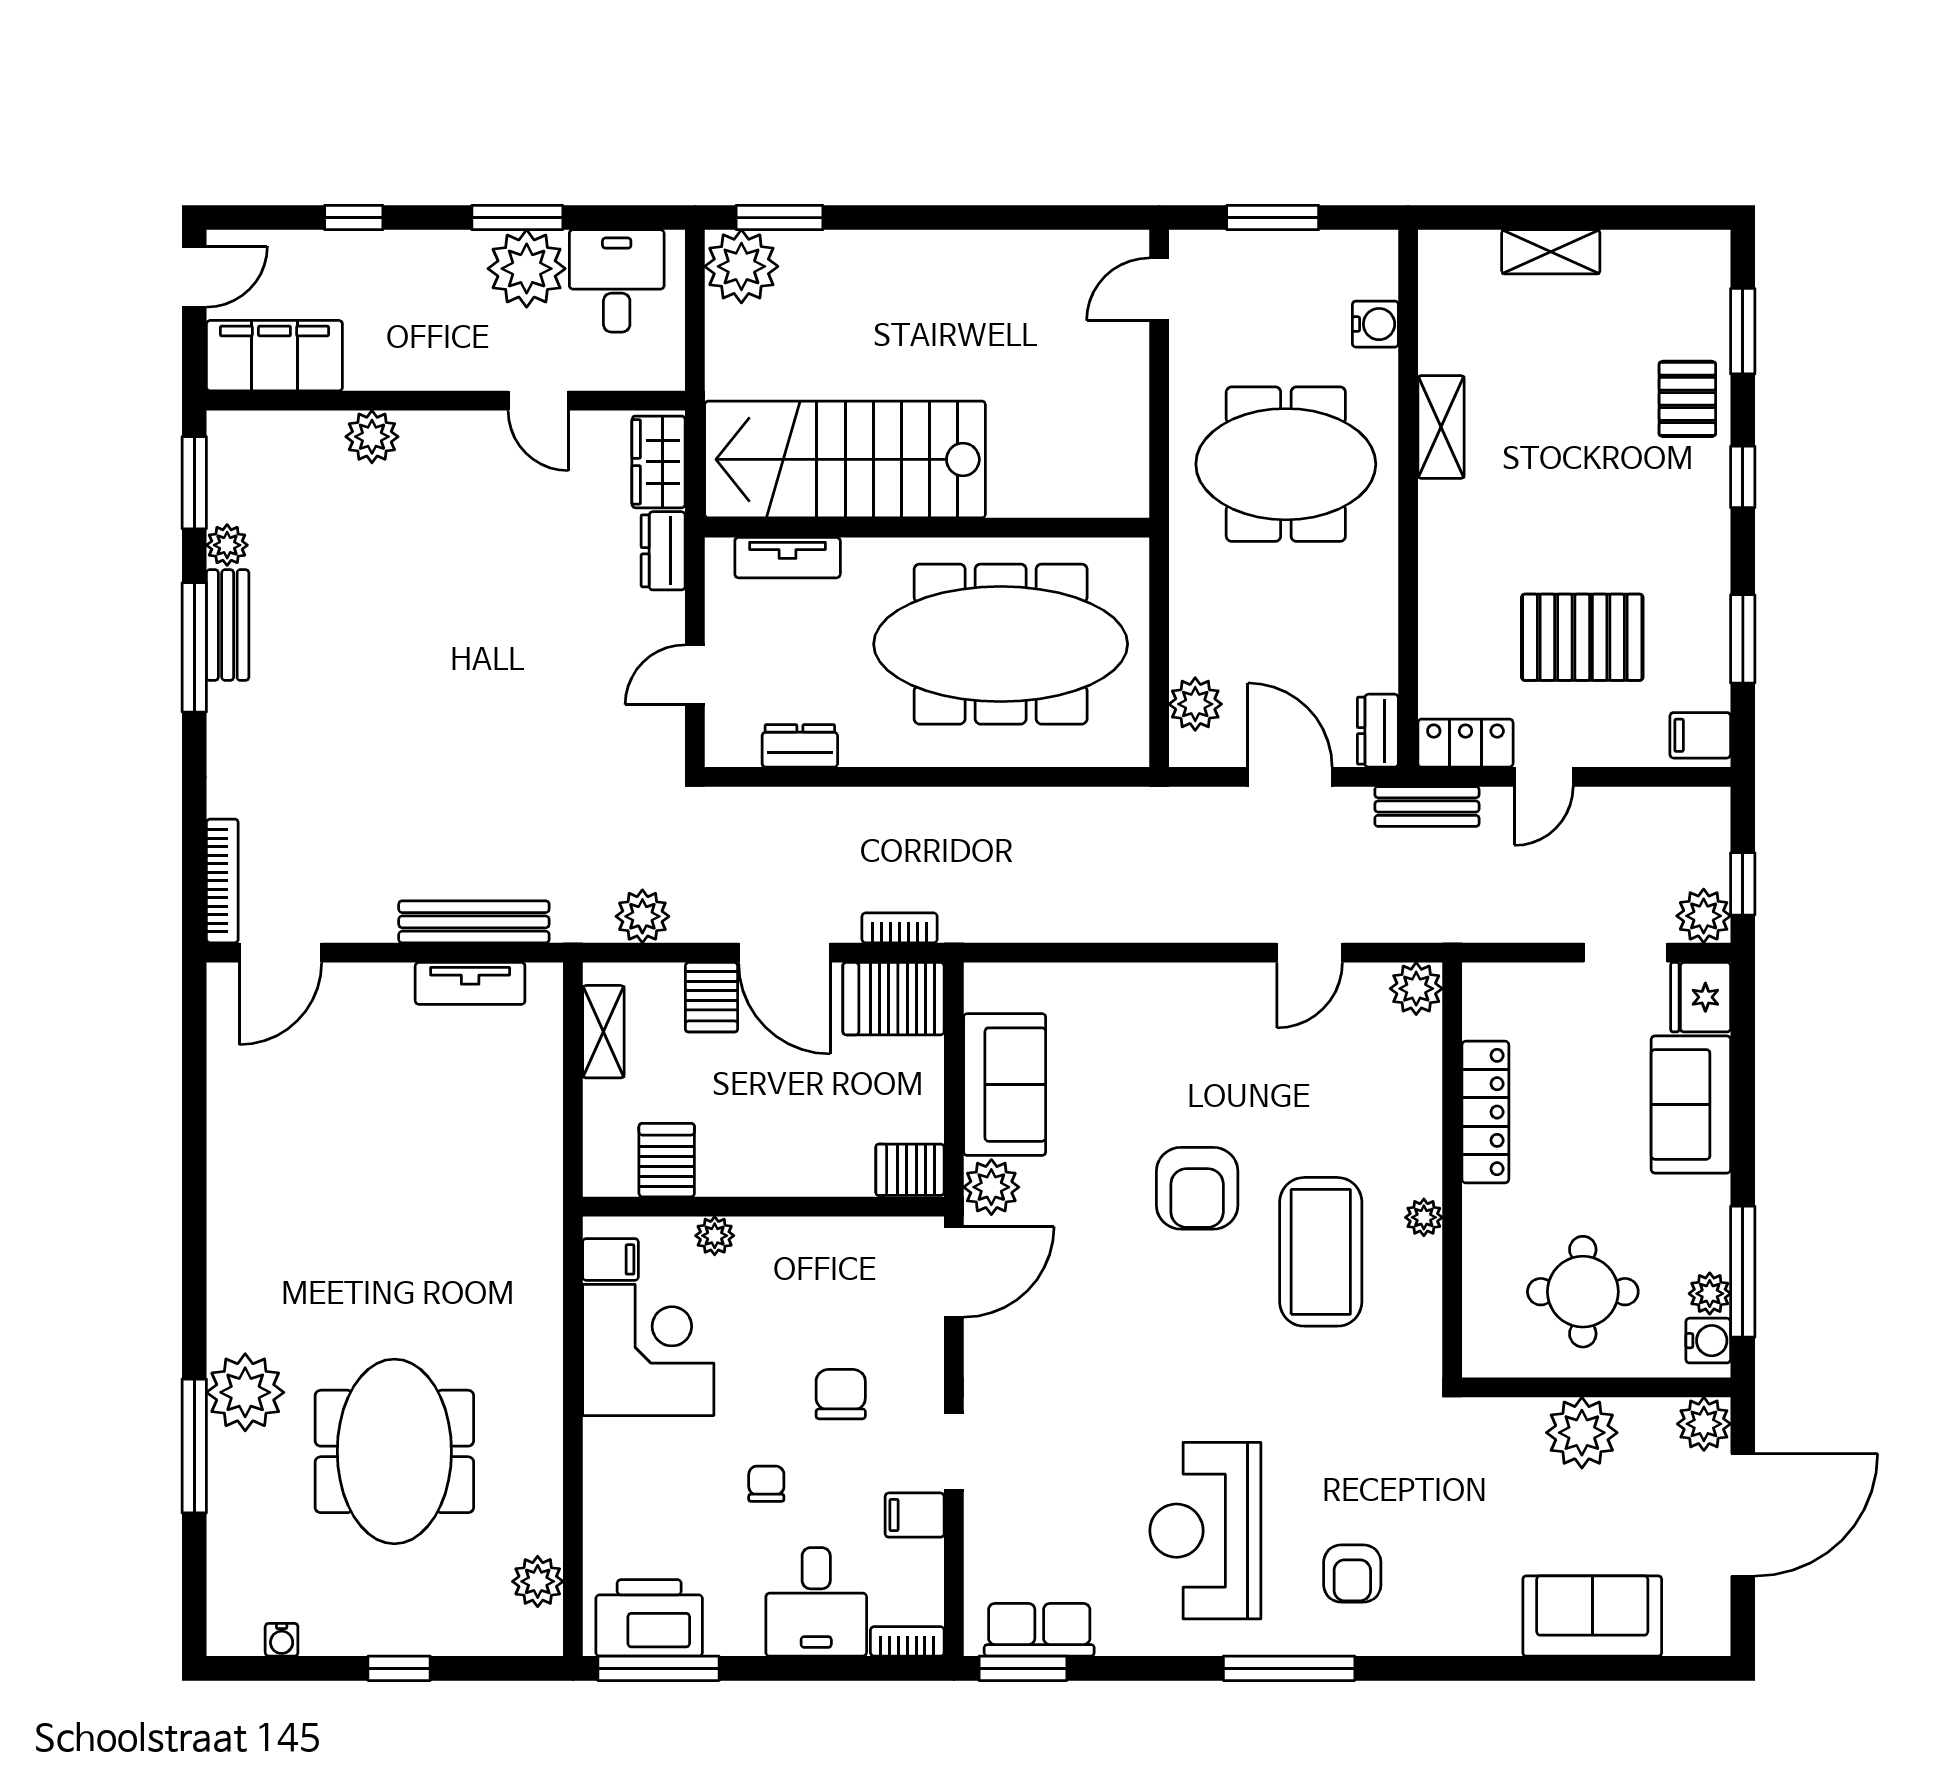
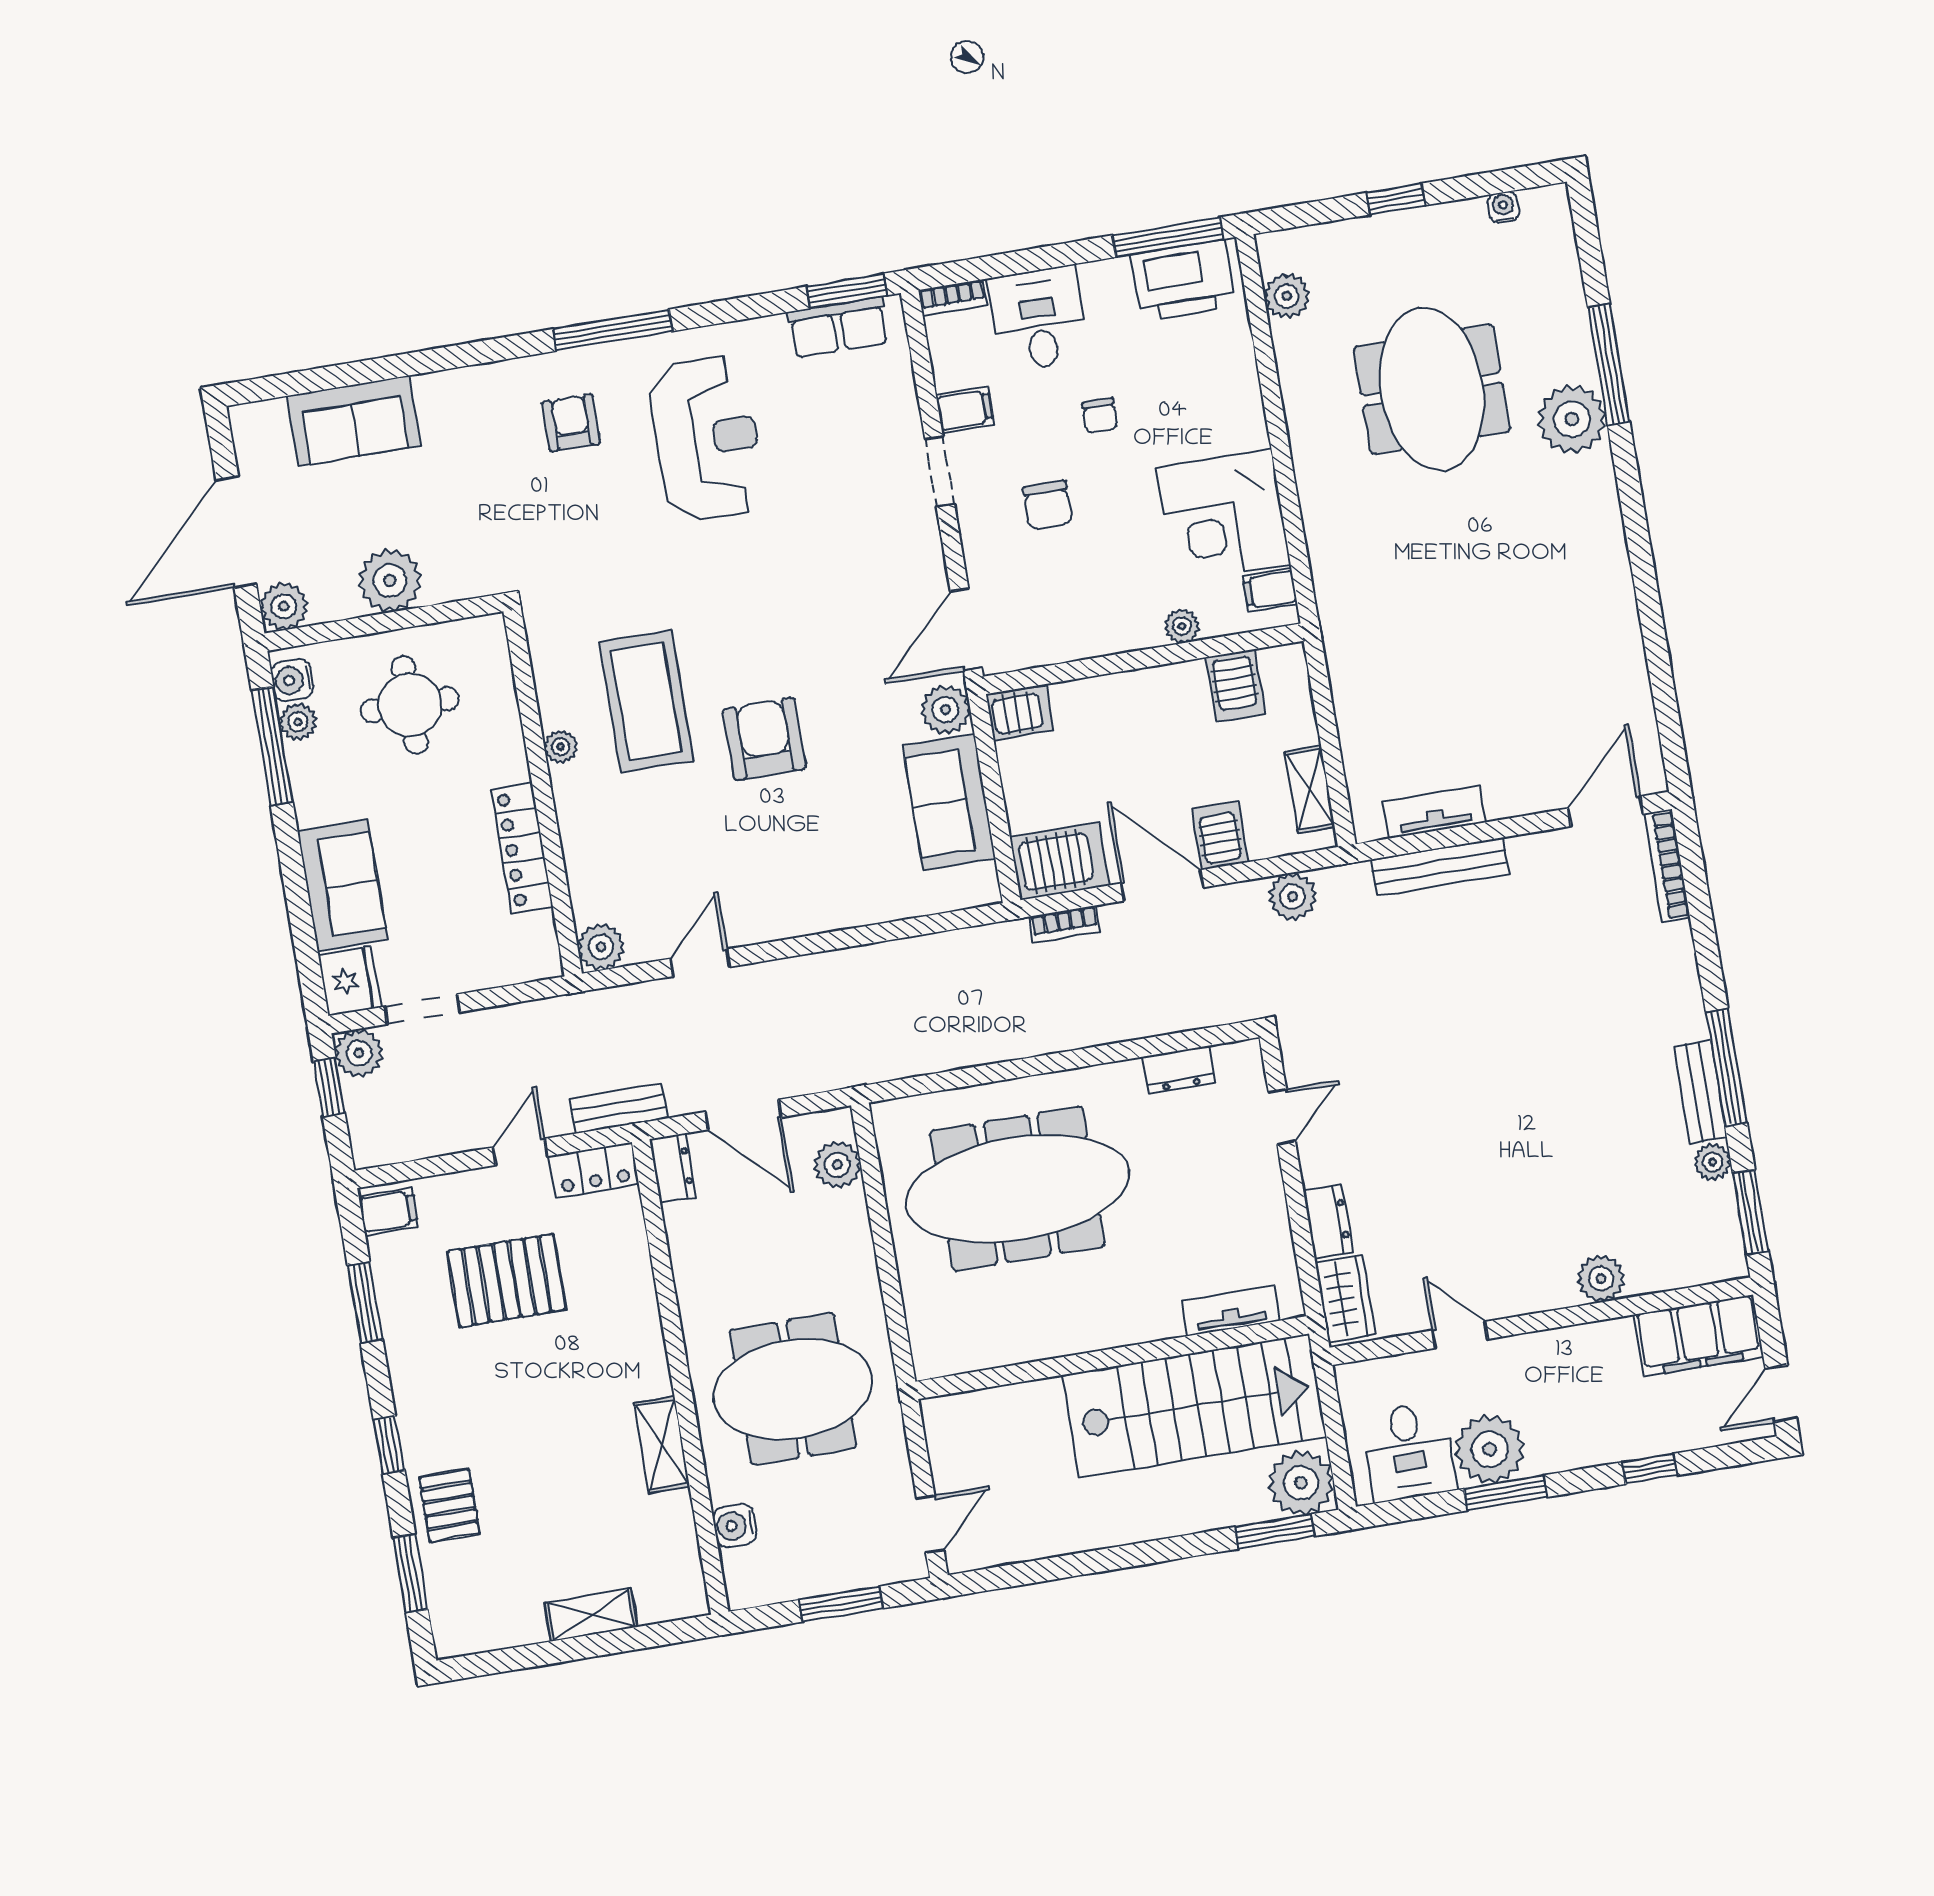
stairs: (845, 459) -> (1194, 1406), moved
wall: (927, 528) -> (1112, 1358), moved
tv unit: (788, 558) -> (1231, 1311), moved

